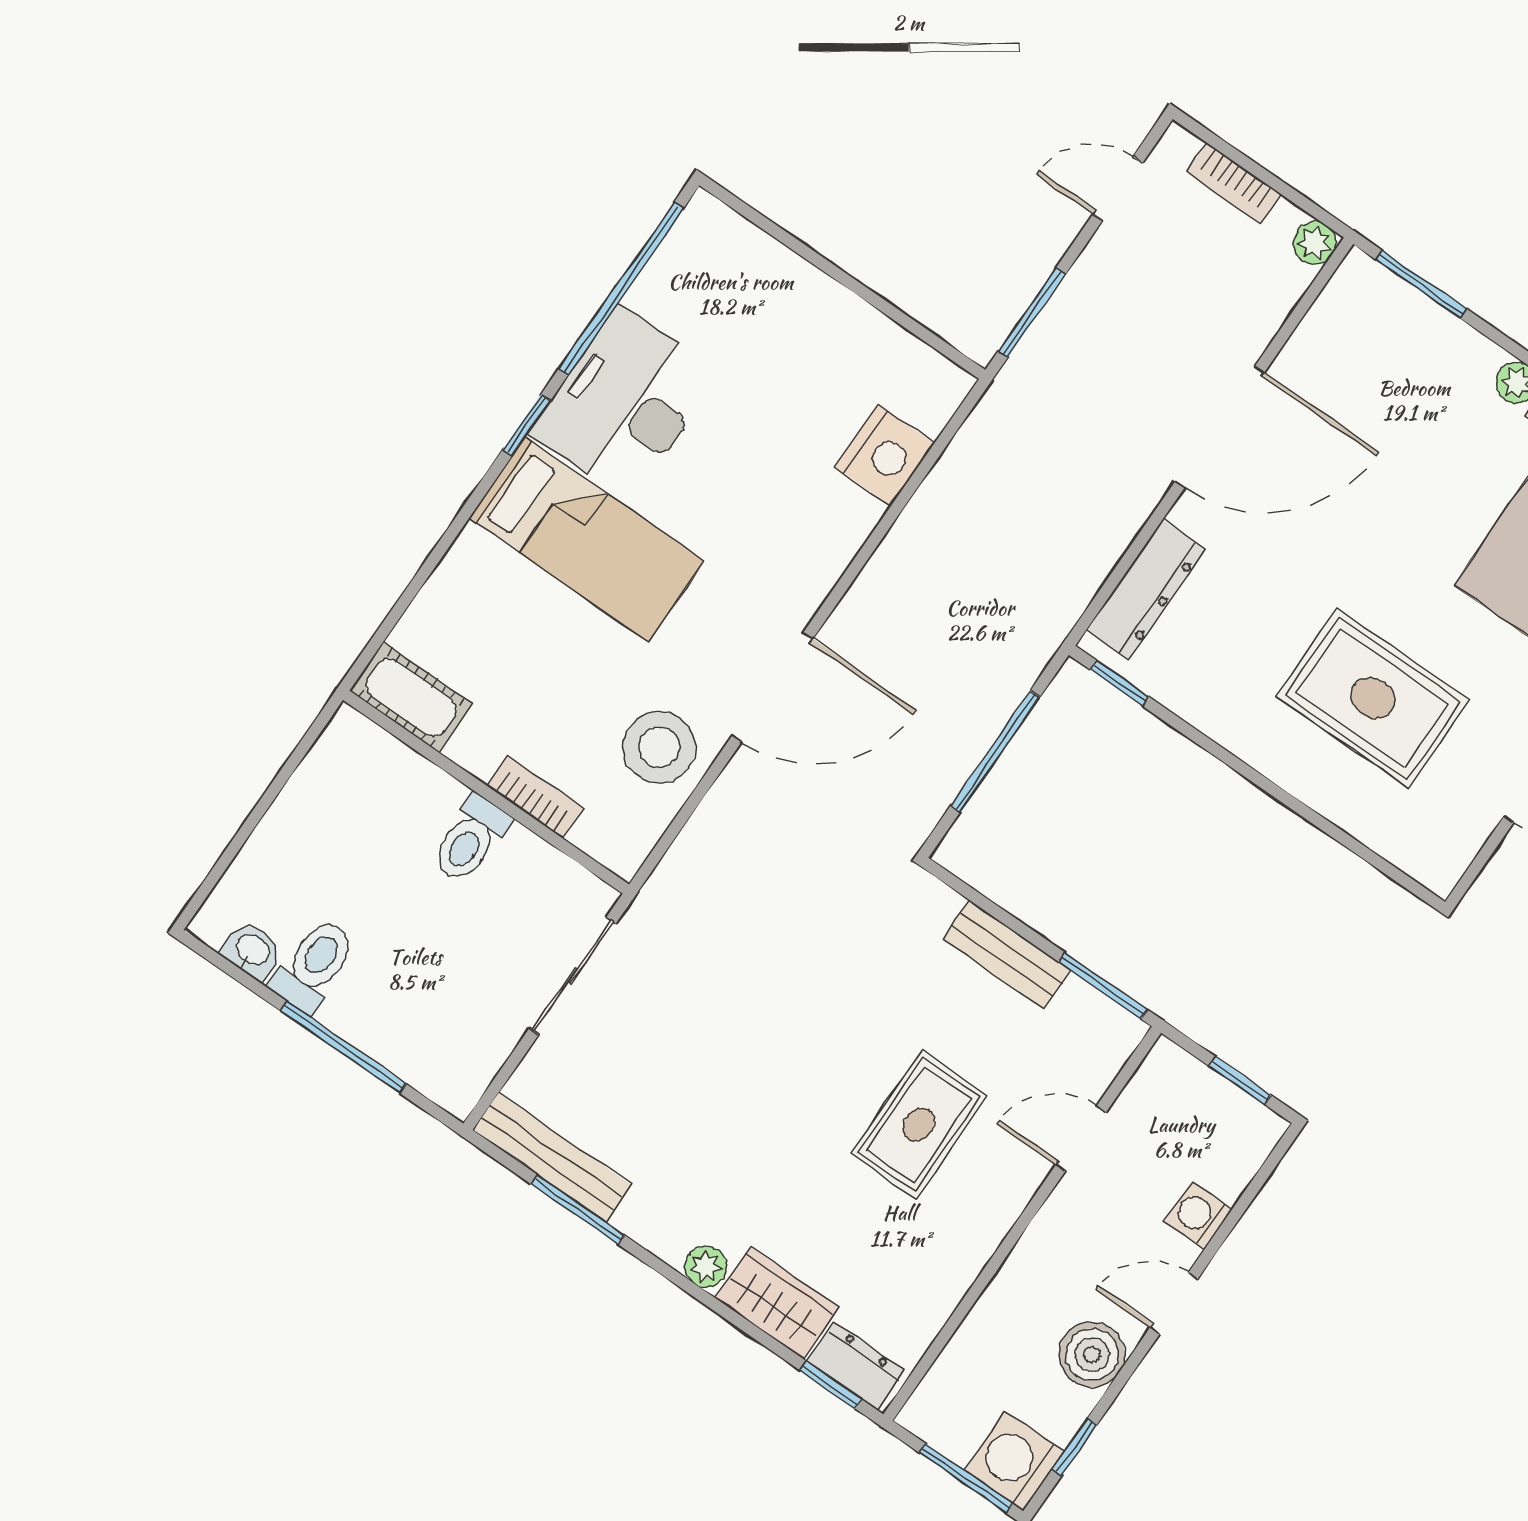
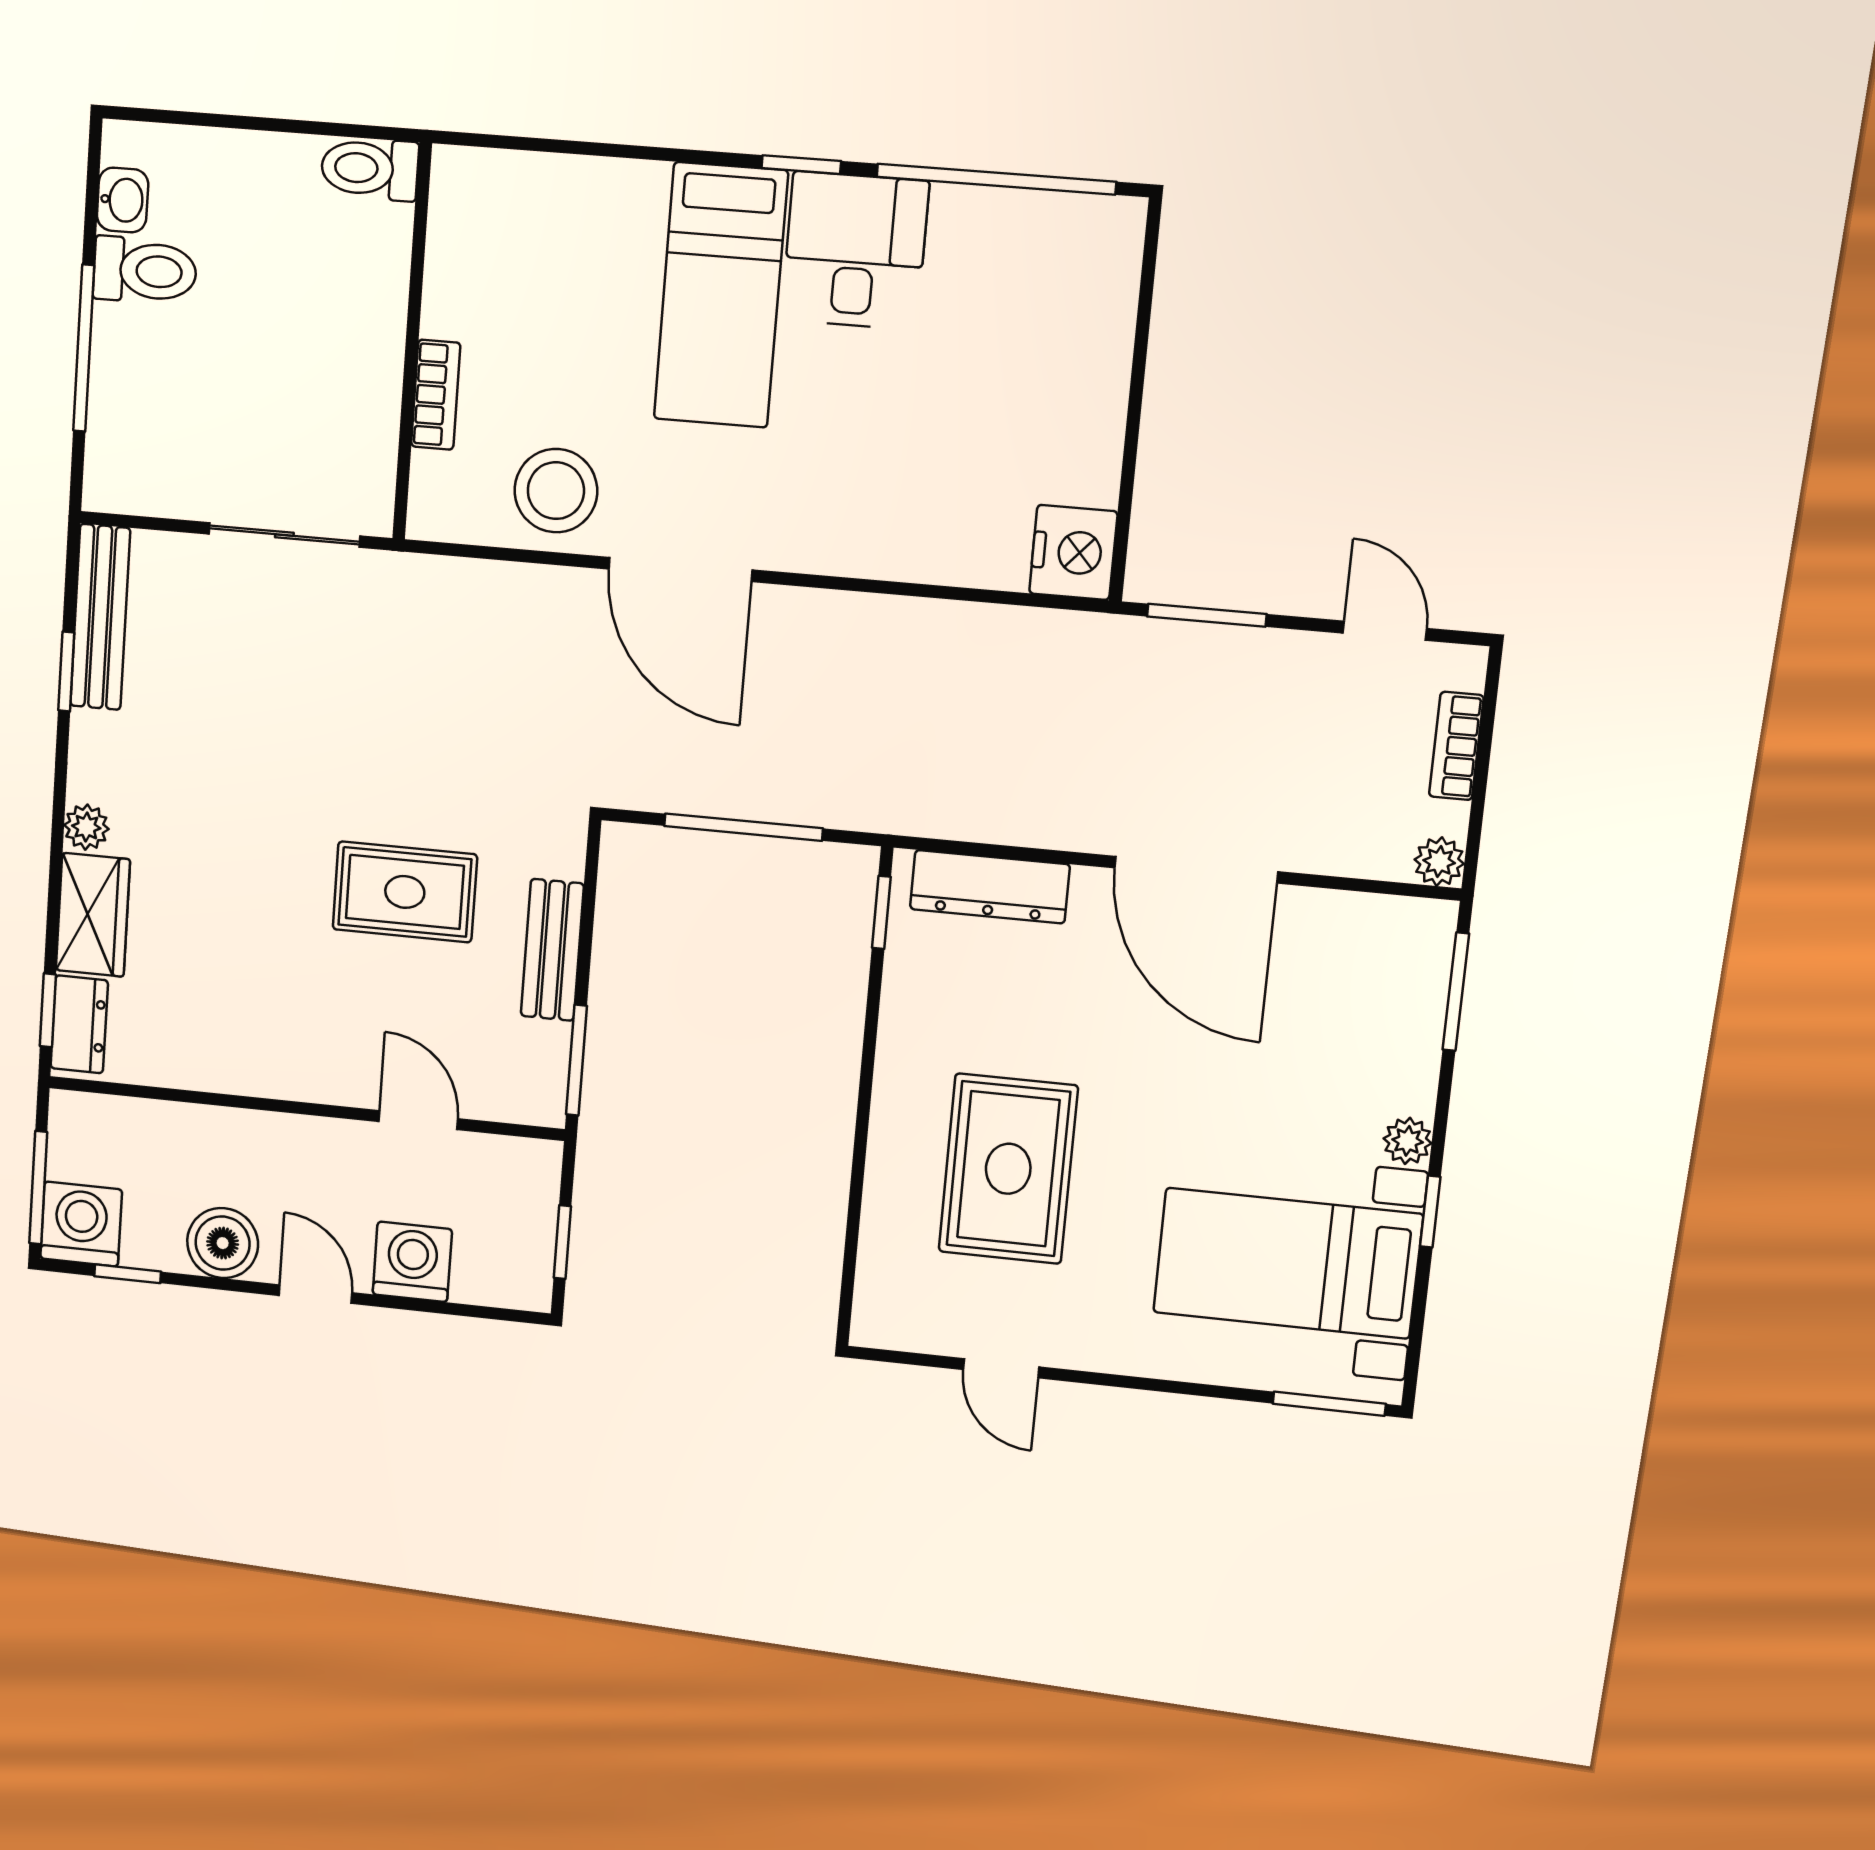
desk: (625, 403) -> (855, 251), width x0.73
nightstand: (885, 455) -> (1073, 552), moved, turned -90
cot: (411, 697) -> (461, 210), removed
toilet: (471, 839) -> (370, 169), moved
rug: (919, 1125) -> (405, 892), moved
window: (578, 1210) -> (66, 672), width x0.67
washing machine: (1198, 1215) -> (412, 1262), width x1.38, depth x1.38

